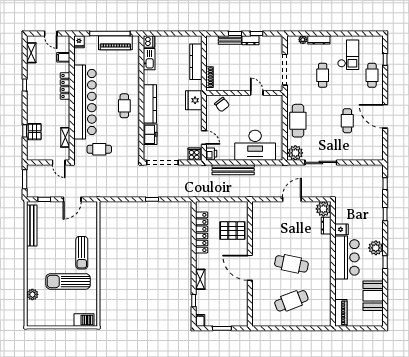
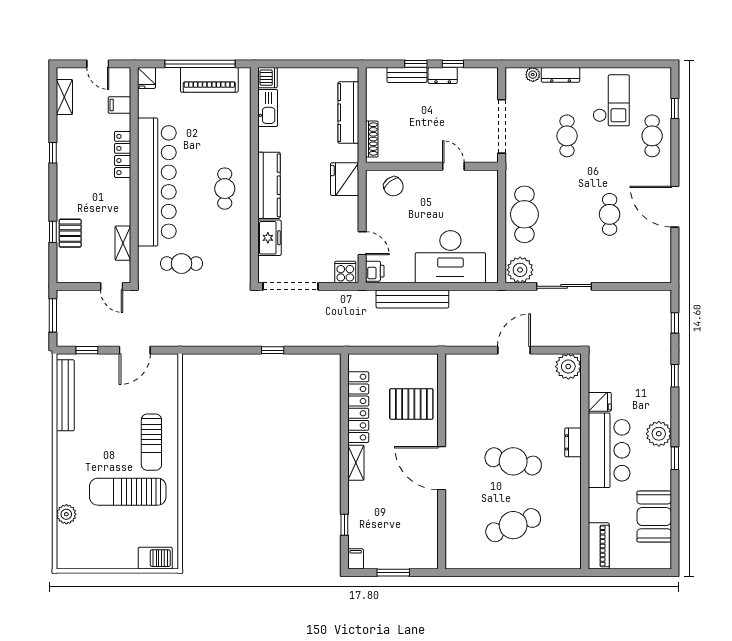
dresser: (326, 226) -> (573, 442), moved
shelving: (200, 279) -> (356, 463), moved

